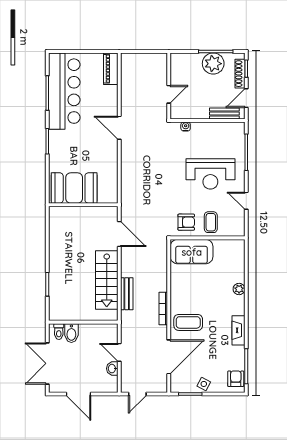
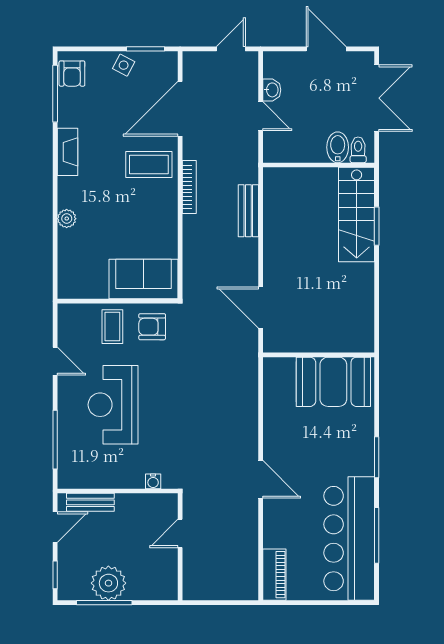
shoe rack: (240, 74) -> (65, 567), removed
reception desk: (210, 174) -> (113, 405), turned -90
stairs: (107, 280) -> (357, 215), moved, turned 180

